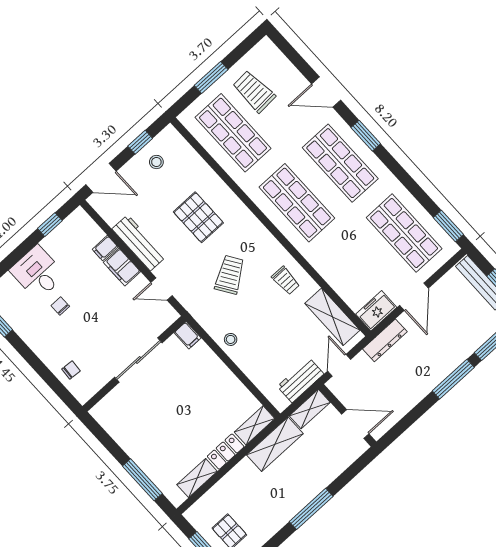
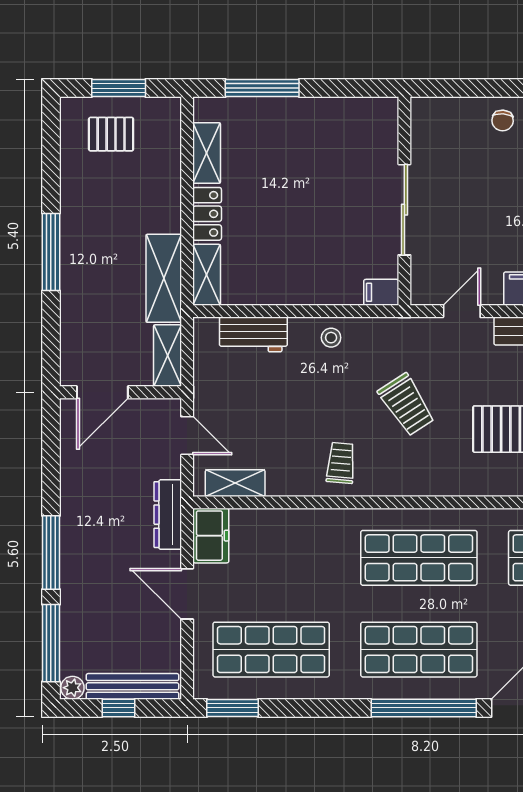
window: (366, 136) -> (424, 708), width x2.11
trolley: (286, 281) -> (341, 463), turned 95
shelving: (332, 317) -> (235, 483), width x0.67, depth x0.75
chair: (71, 370) -> (503, 120), moved
workbench: (301, 380) -> (253, 334), moved, turned 90

